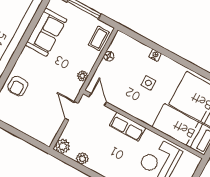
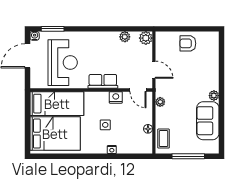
plant: (27, 54) -> (214, 96), added
armchair: (18, 86) -> (188, 43), moved, turned -90
nightstand: (123, 104) -> (116, 97), added

